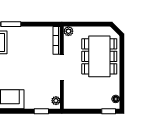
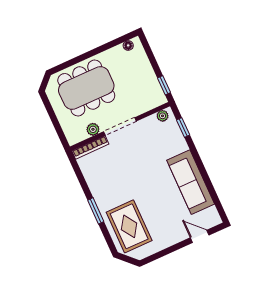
plant: (68, 31) -> (93, 129), moved
window: (109, 111) -> (164, 85), moved

